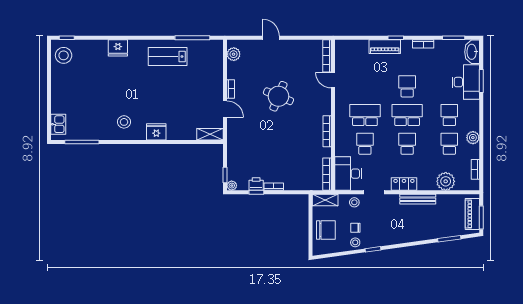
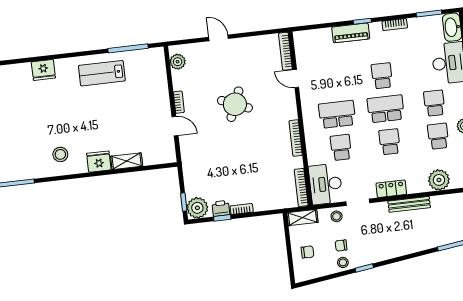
shelving: (210, 134) -> (127, 161), moved
plant: (232, 186) -> (197, 208), width x1.88, depth x1.88
chair: (326, 230) -> (307, 252), width x0.54, depth x0.54

